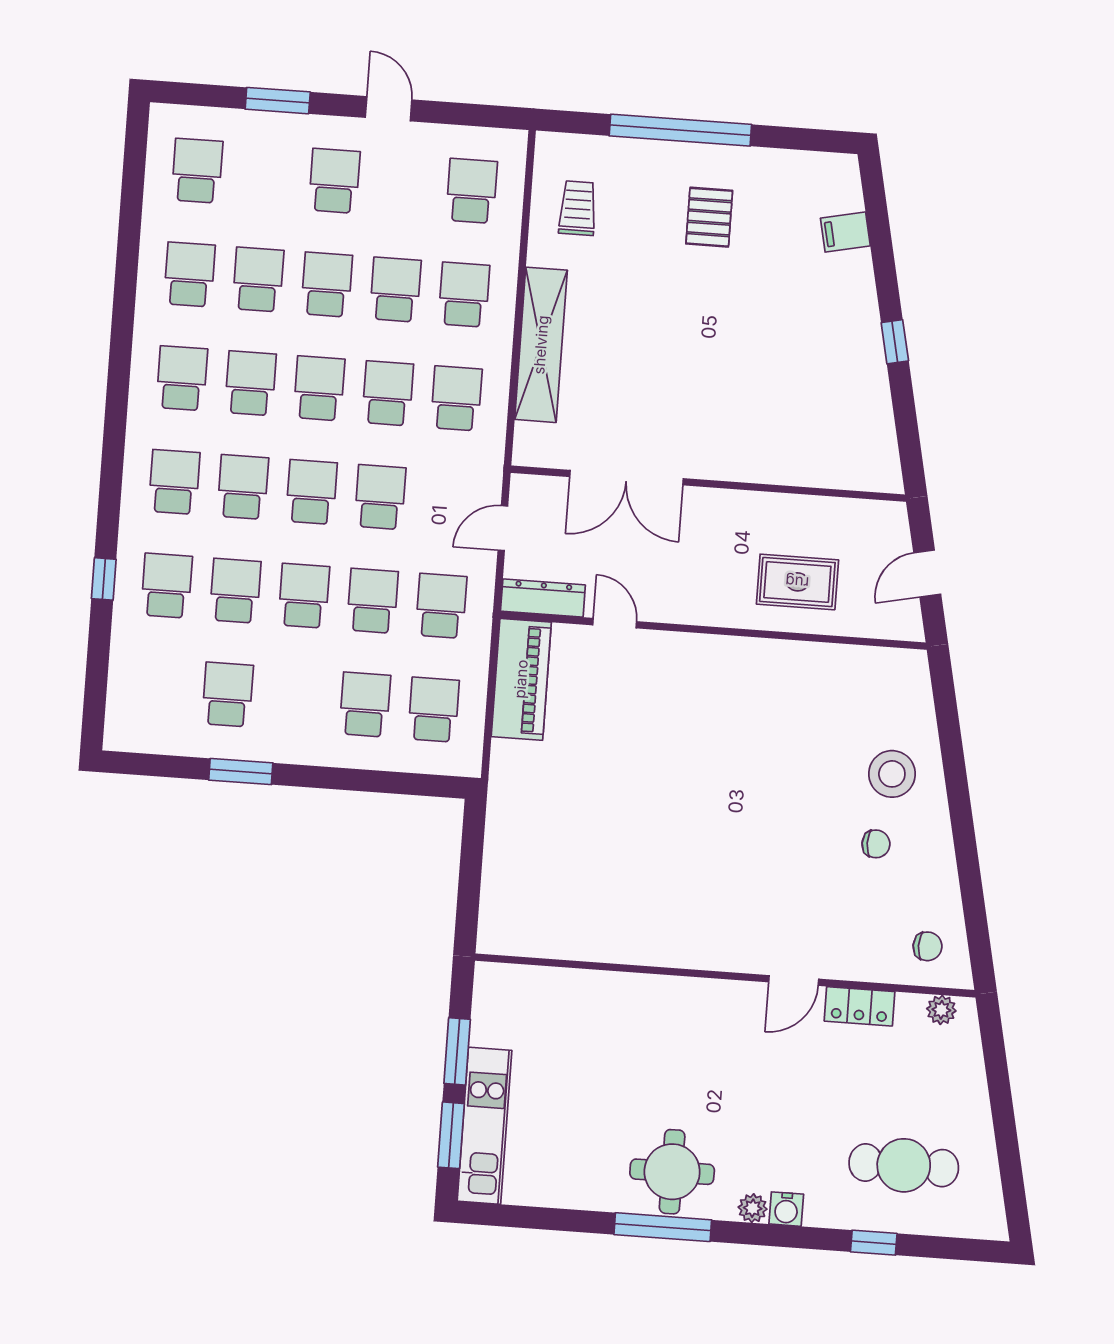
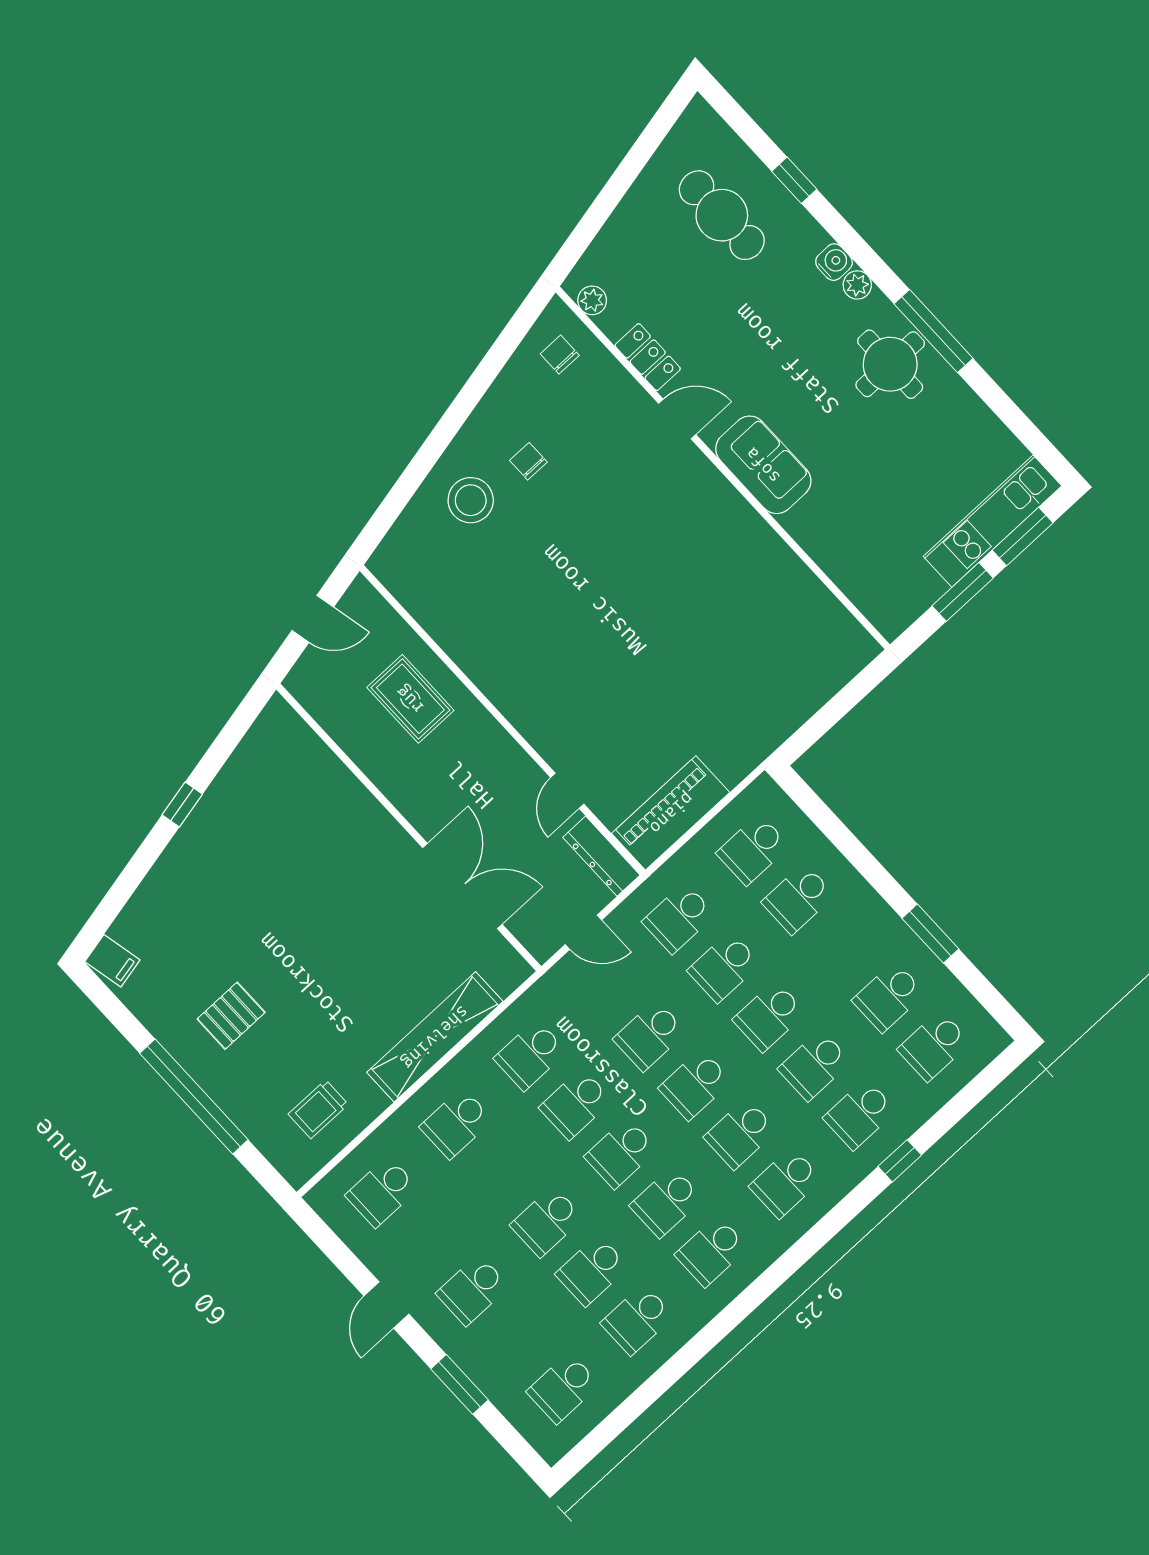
filing cabinet: (845, 232) -> (112, 961), moved
school desk: (395, 290) -> (934, 1046), moved
sofa: (697, 1007) -> (763, 465), added

